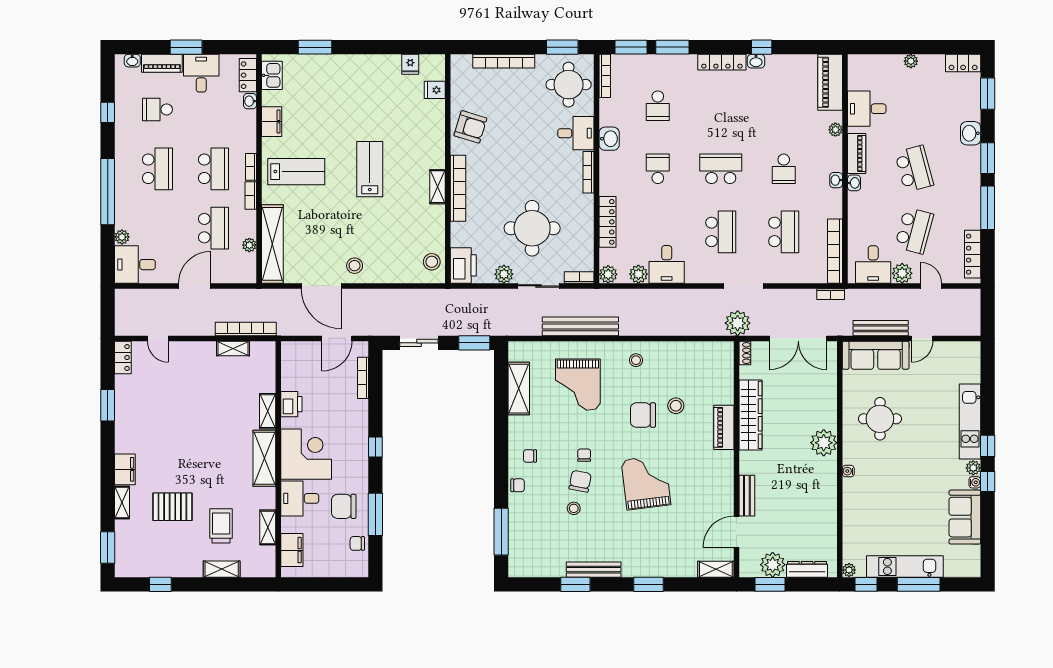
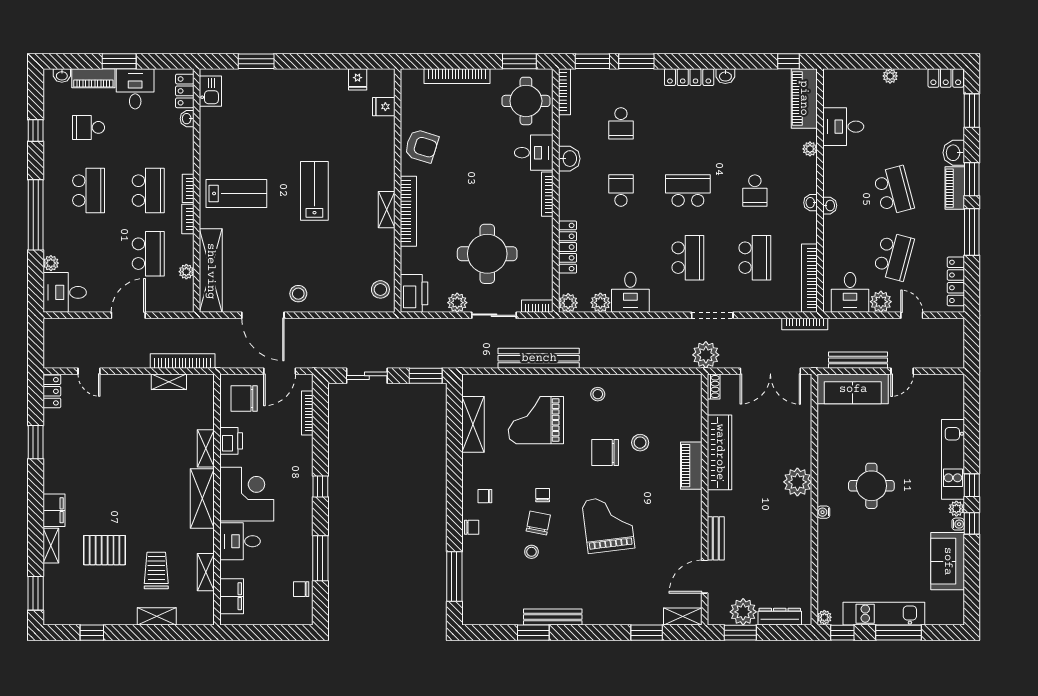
window: (762, 47) -> (788, 61), moved
filing cabinet: (272, 122) -> (210, 140), removed
piano: (857, 153) -> (955, 188), moved, turned 180
bookcase: (831, 294) -> (805, 324), width x1.56
grand piano: (578, 385) -> (536, 420), turned 90
round table: (880, 419) -> (871, 486), moved
chair: (344, 506) -> (244, 398), moved
window: (648, 584) -> (647, 633), moved

